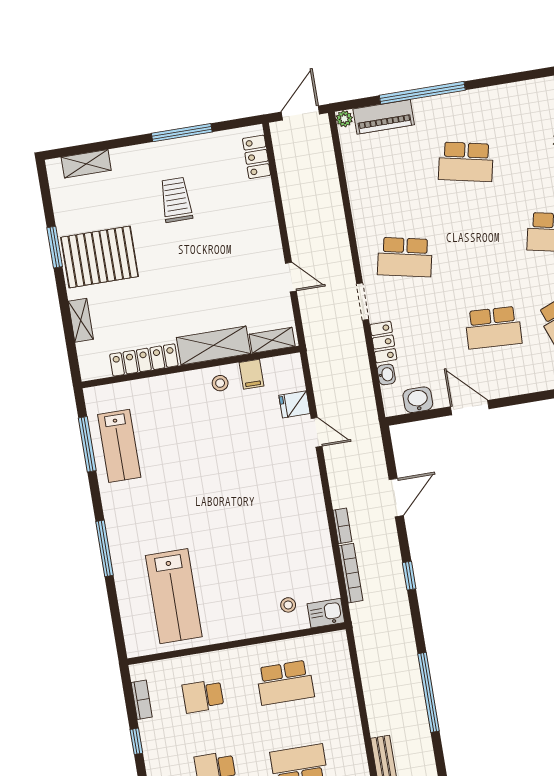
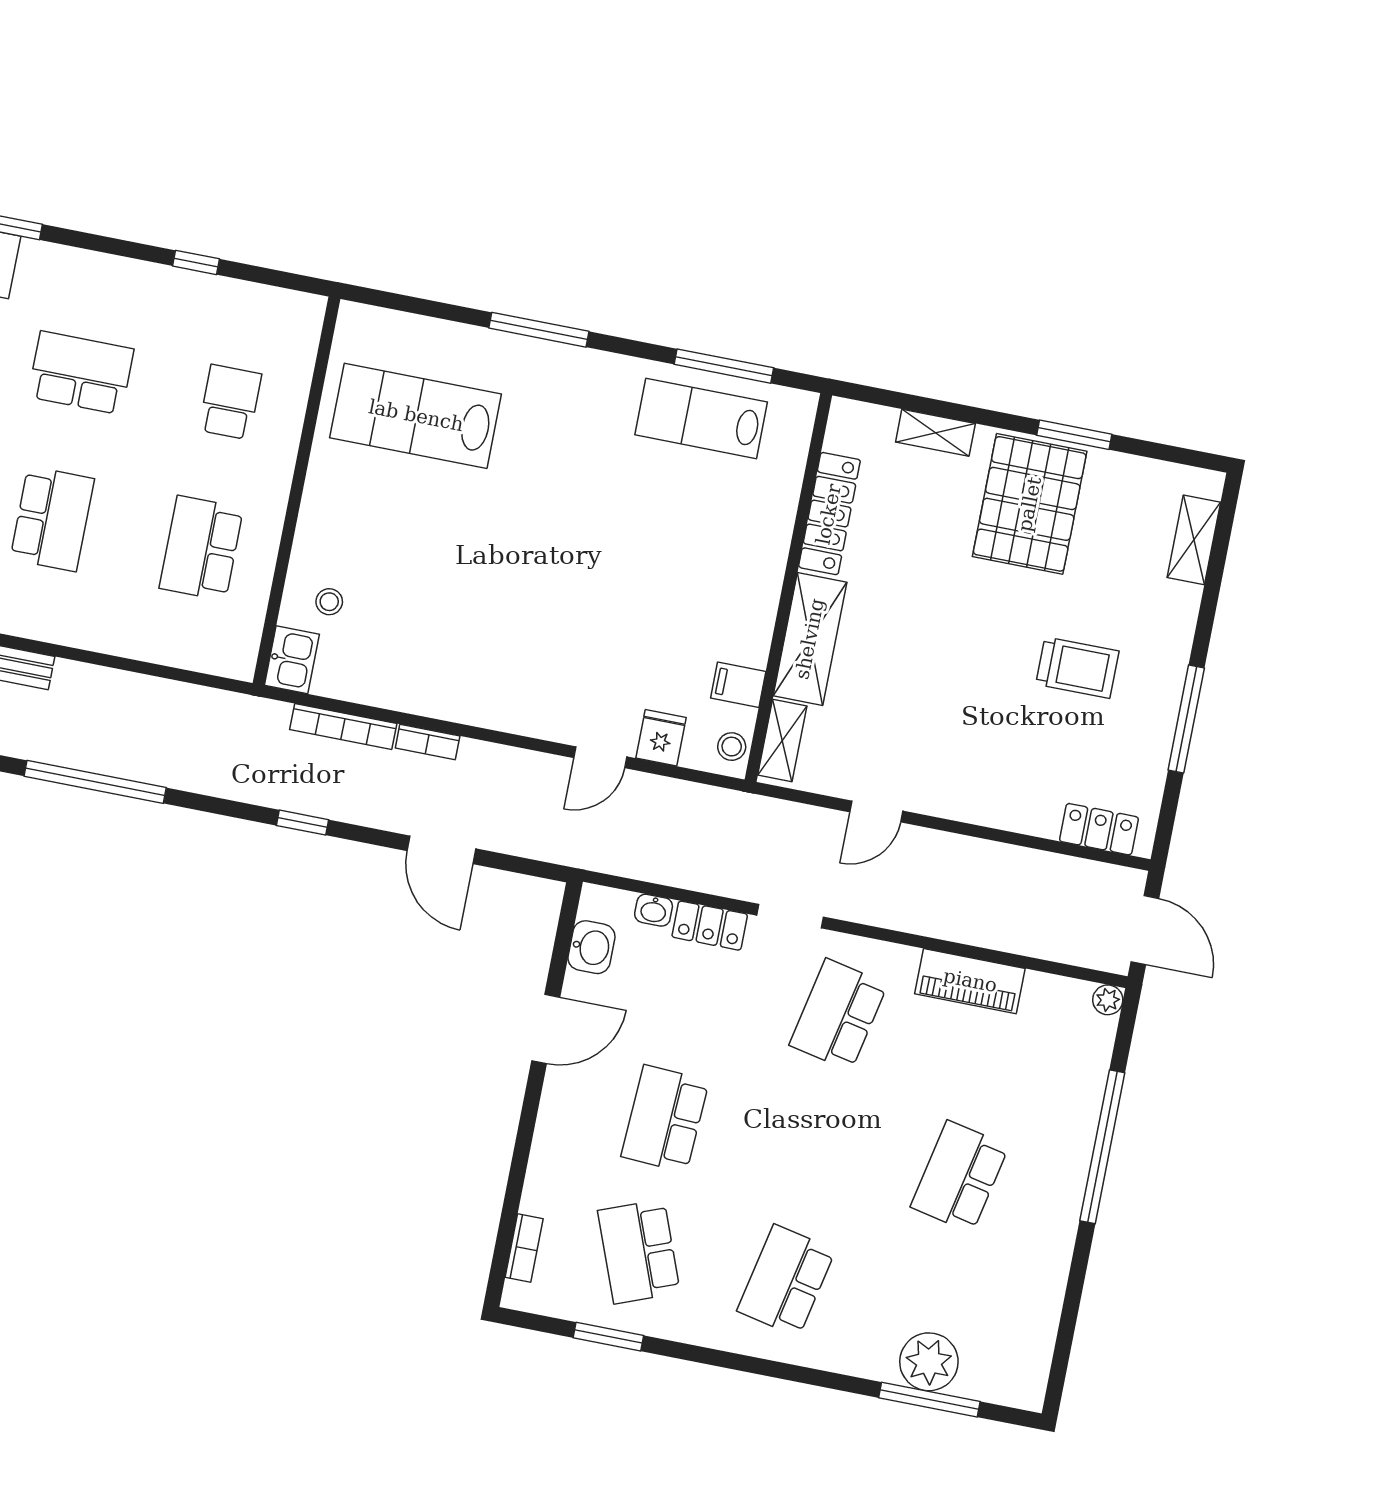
piano: (384, 117) -> (970, 981), moved, turned -90
stool: (220, 383) -> (732, 747), moved
bookcase: (142, 700) -> (262, 297), removed

